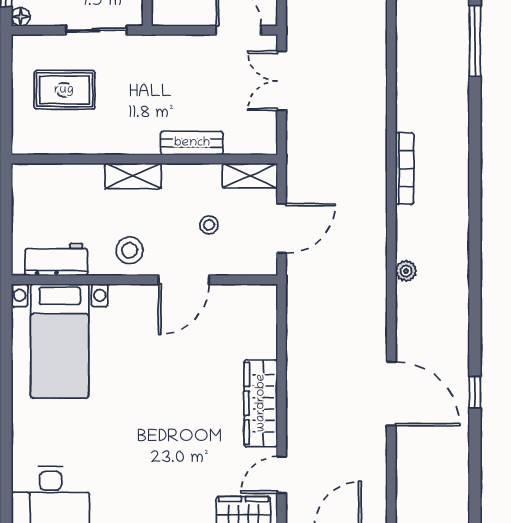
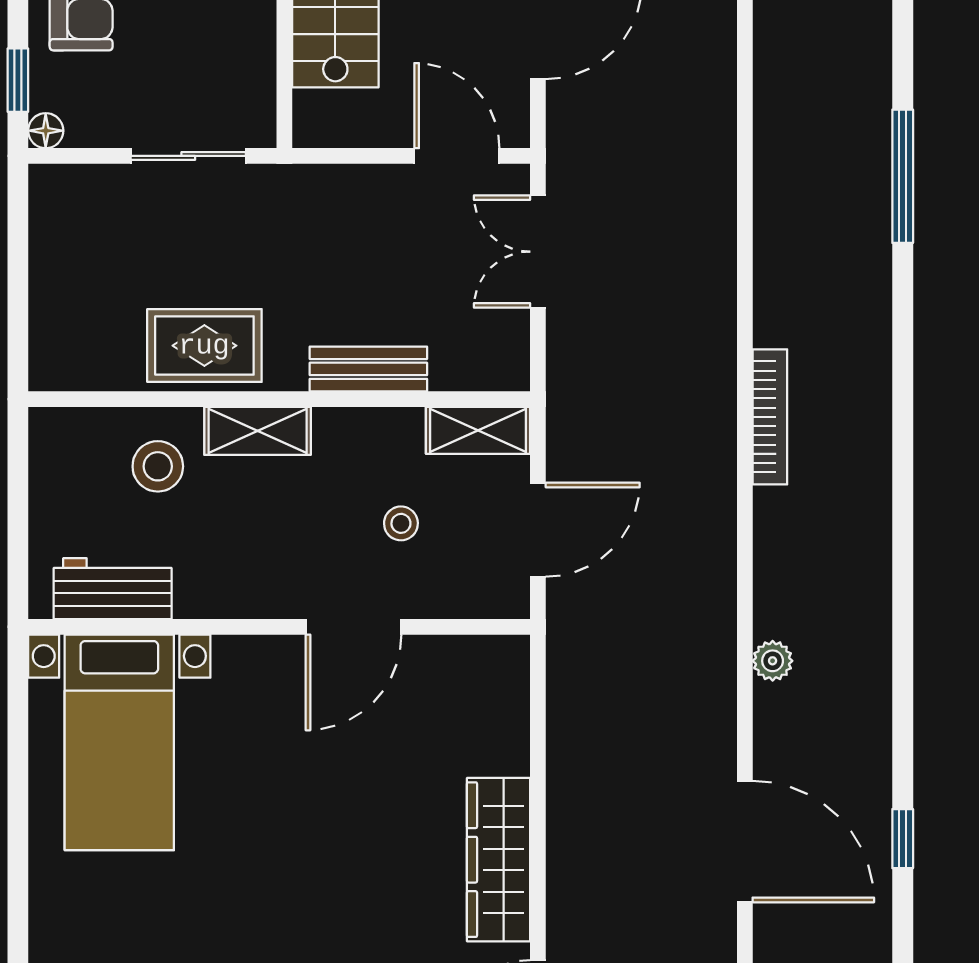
rug: (64, 90) -> (204, 346), moved
stool: (130, 250) -> (158, 466), moved
plant: (406, 271) -> (773, 661), moved

